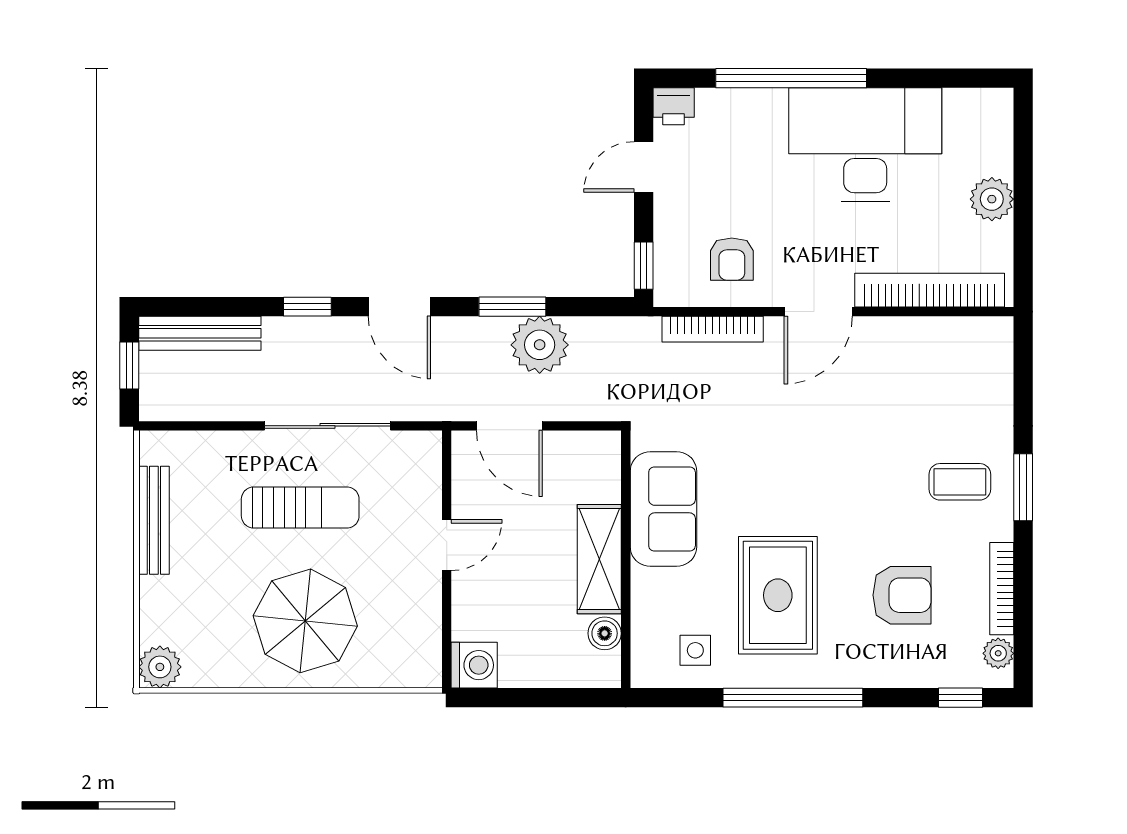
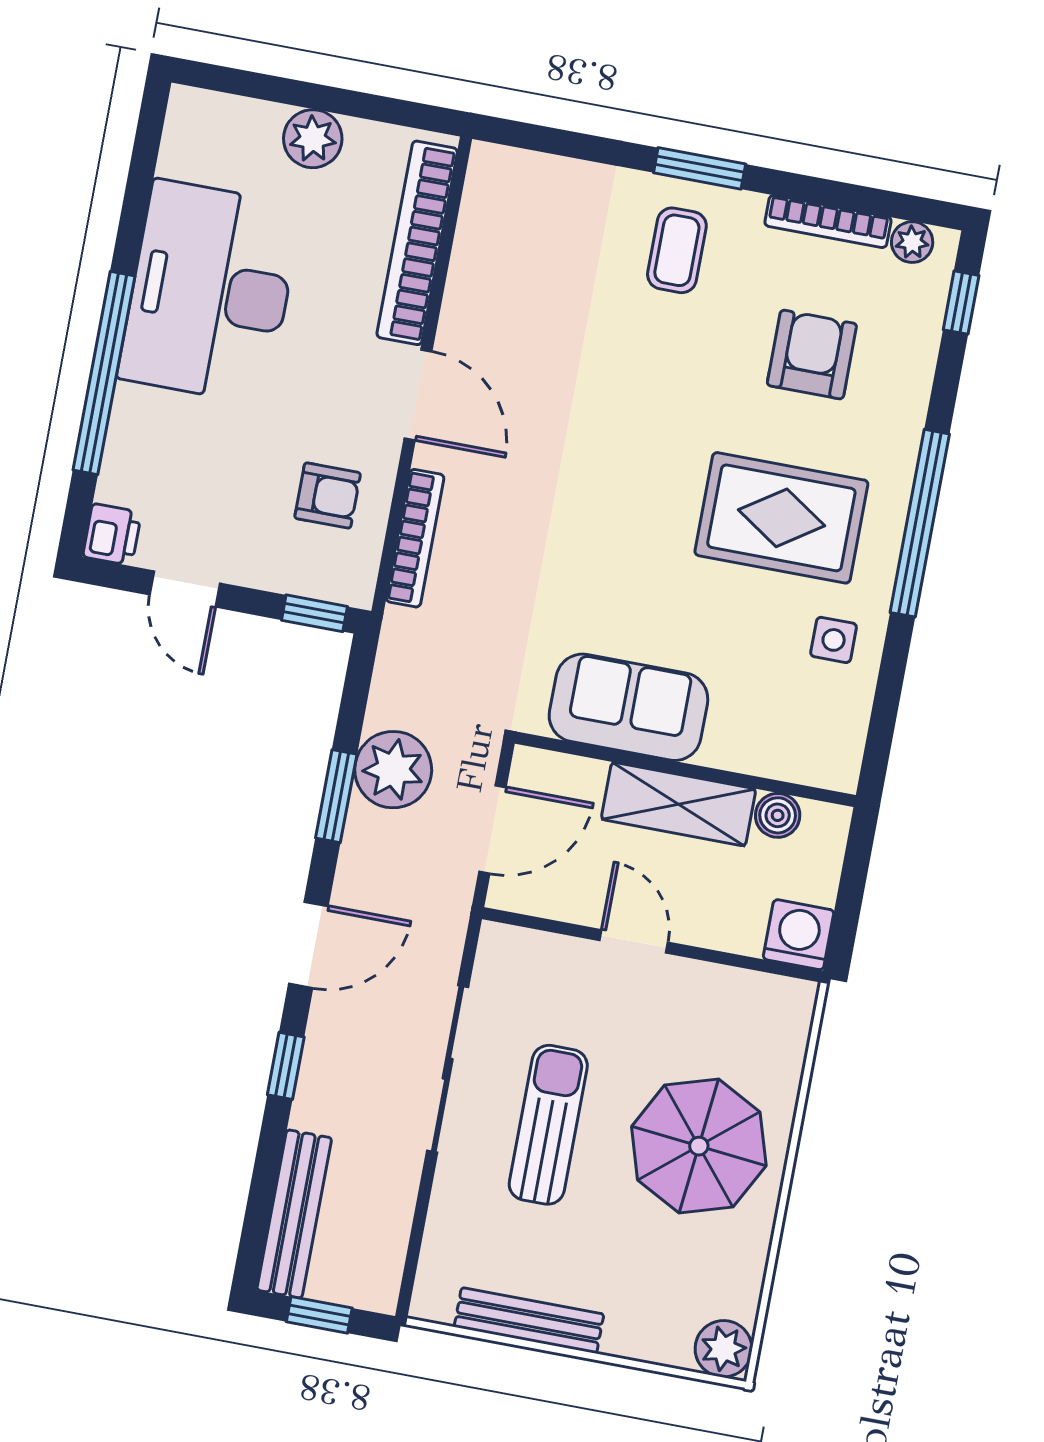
sofa: (663, 509) -> (628, 707), moved
shelving: (599, 559) -> (679, 804), moved
wall: (626, 559) -> (685, 769), moved
boiler: (605, 633) -> (778, 815), moved

